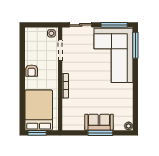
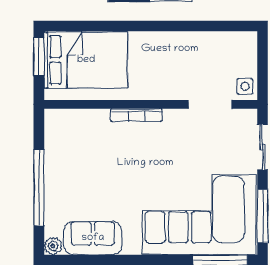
armchair: (32, 71) -> (168, 45), removed
sofa: (99, 122) -> (93, 238), moved, turned -90
window: (100, 133) -> (39, 188), width x1.46

